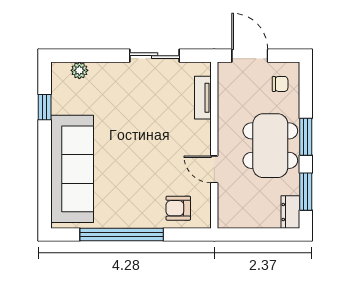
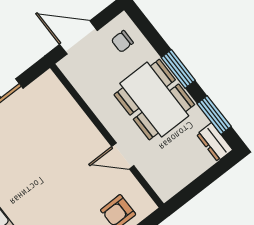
chair: (280, 84) -> (122, 41), turned 180
tv unit: (203, 98) -> (67, 103), removed

